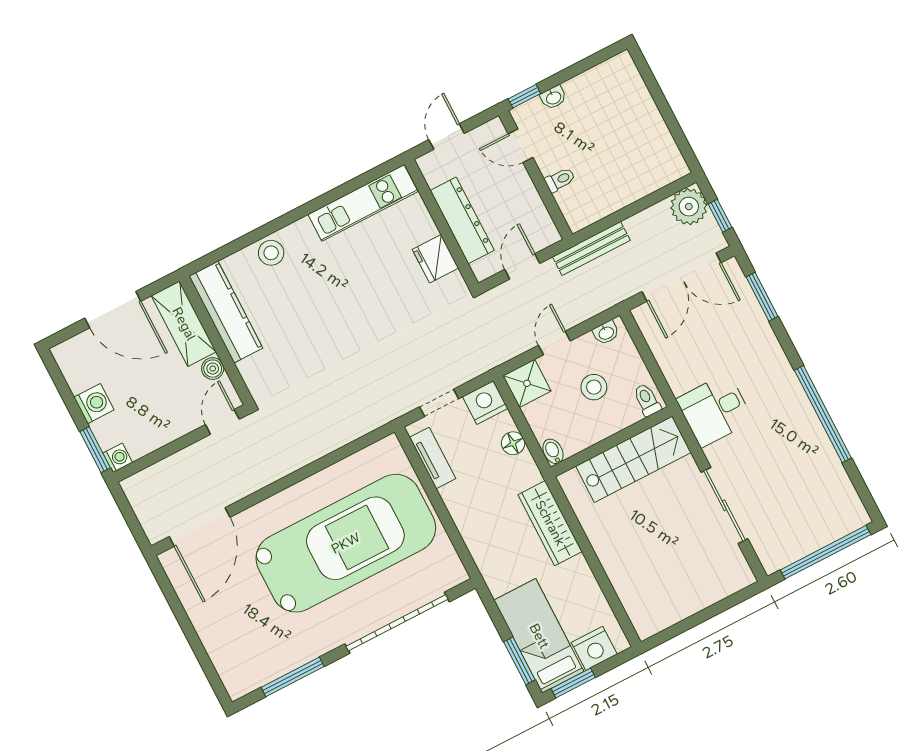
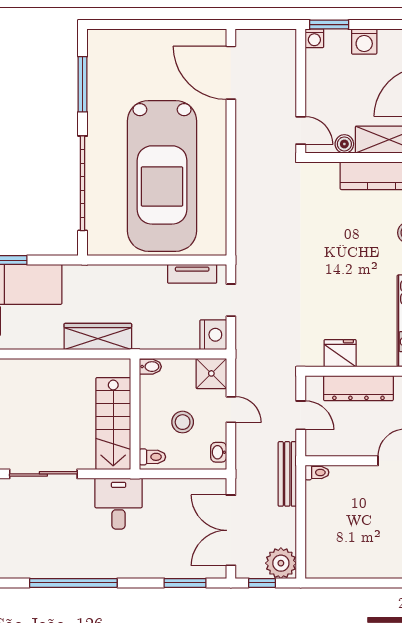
toilet: (560, 180) -> (317, 472), moved, turned -90
floor lamp: (513, 443) -> (172, 340), removed

